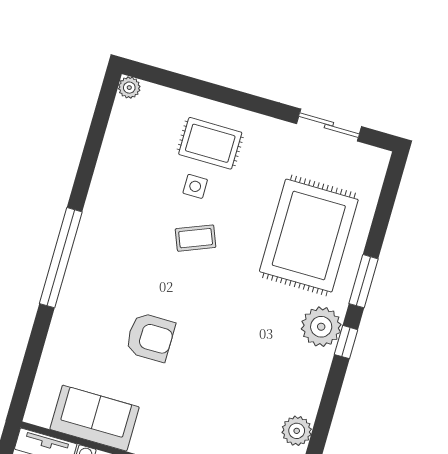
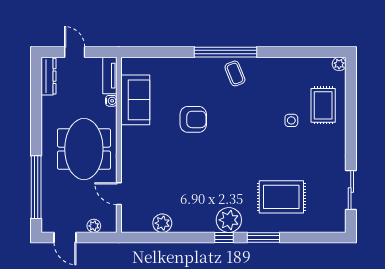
rug: (210, 143) -> (323, 105), moved
rug: (309, 236) -> (281, 197), width x0.73, depth x0.69
coffee table: (196, 238) -> (235, 73), moved
armchair: (150, 337) -> (193, 119), turned -90

